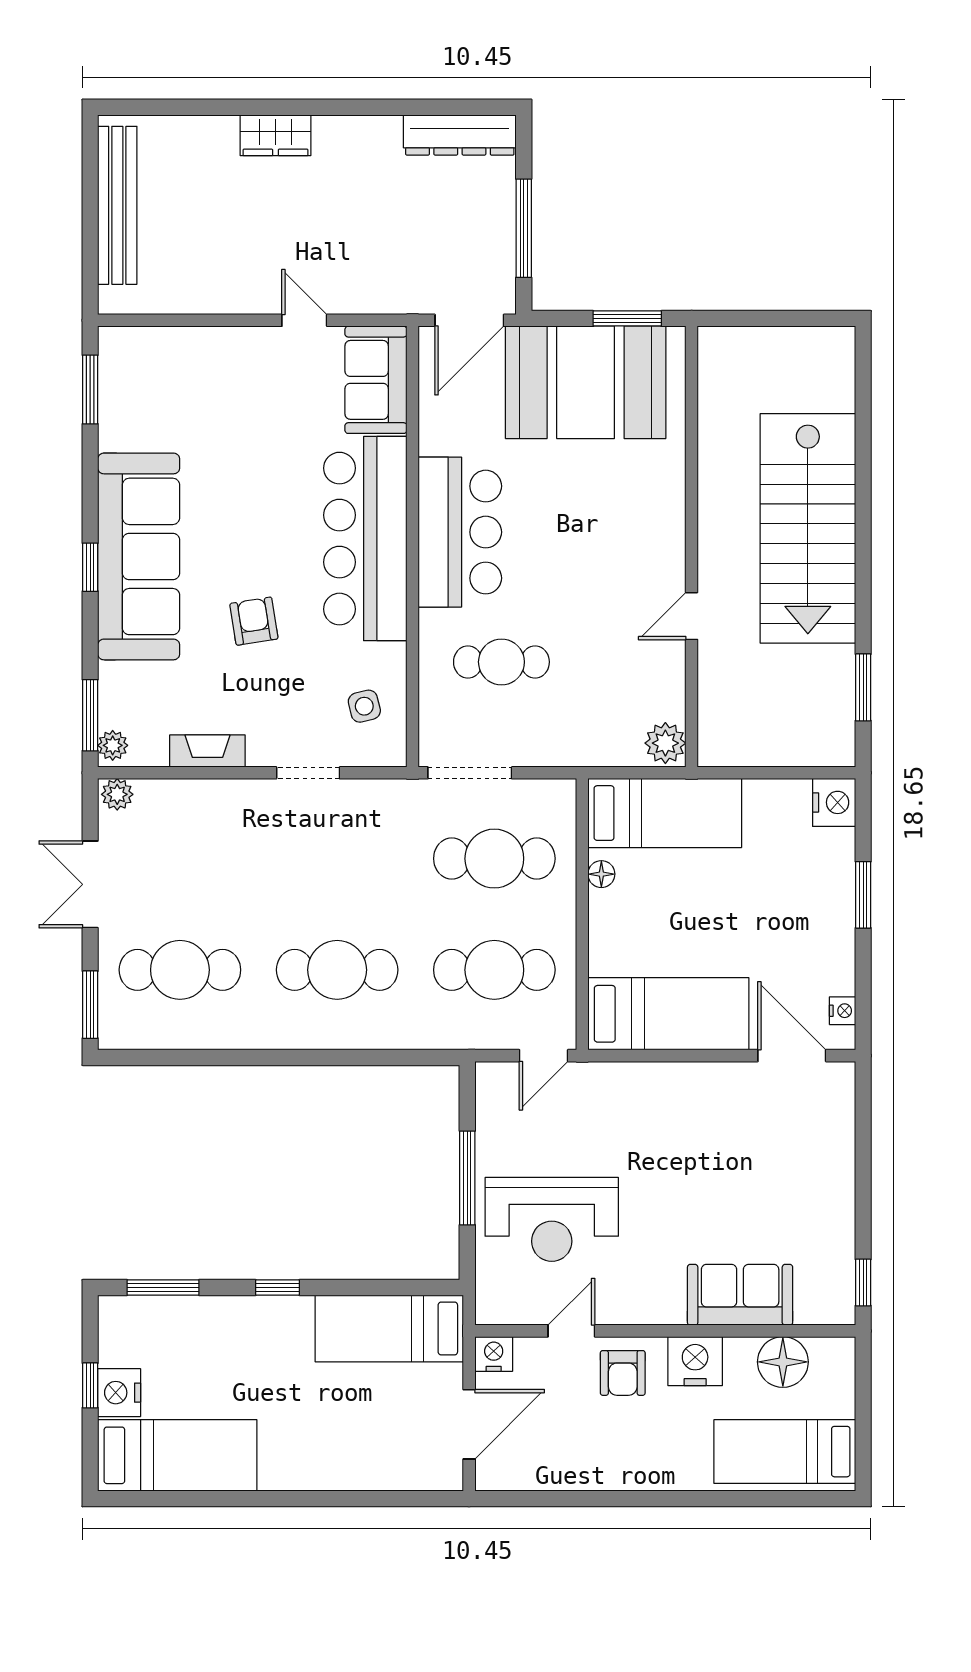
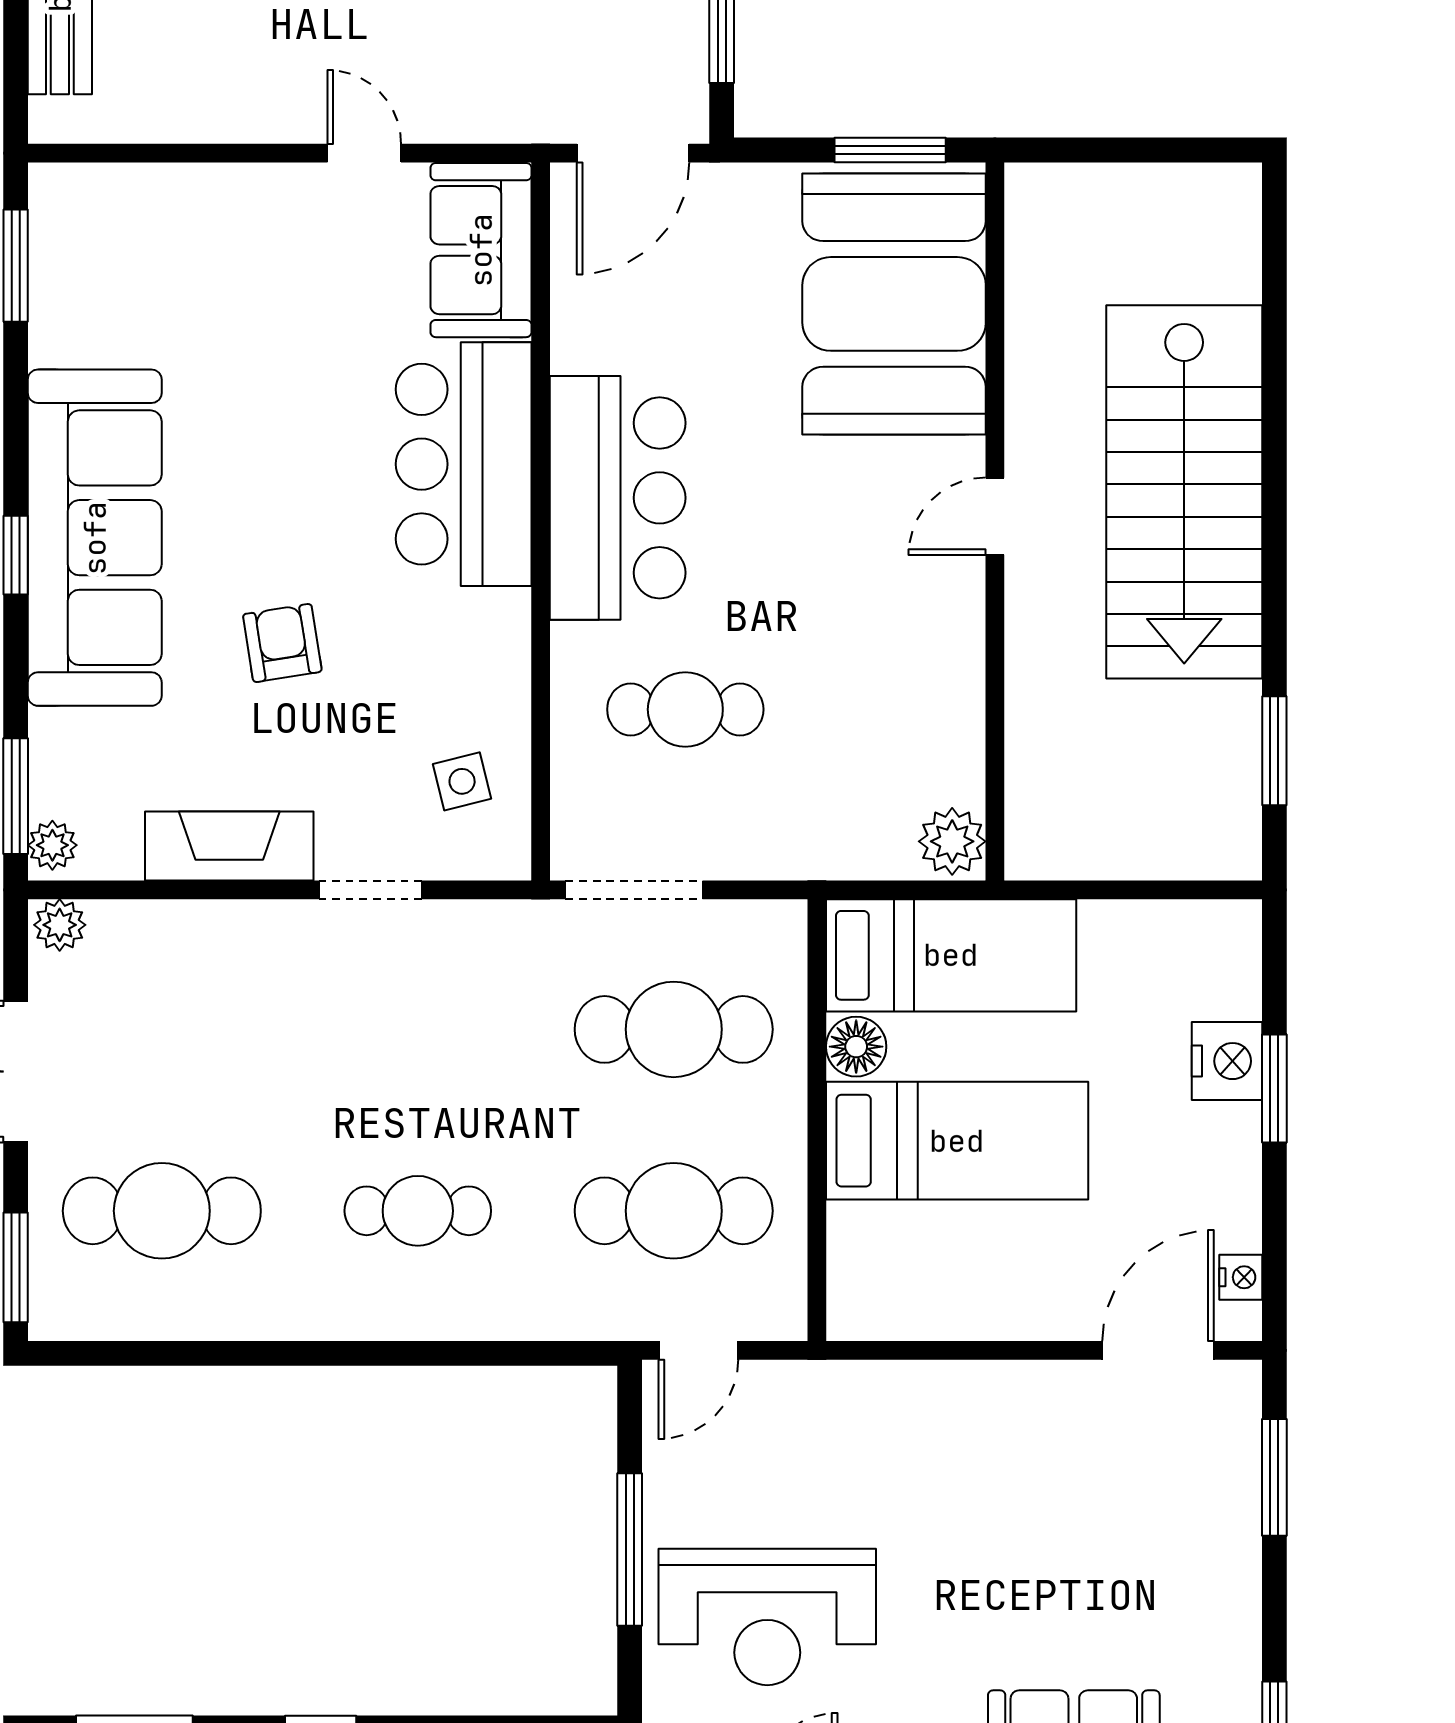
booth: (586, 382) -> (894, 304), moved, turned 90
bar counter: (365, 539) -> (464, 464), width x0.73
door: (692, 616) -> (995, 516), moved
fireplace: (207, 751) -> (229, 846), width x1.37, depth x1.32
nightstand: (834, 802) -> (1227, 1061), moved
floor lamp: (601, 874) -> (856, 1047), width x1.37, depth x1.37
cafe table: (337, 970) -> (418, 1211), width x0.73, depth x0.74
bed: (668, 1014) -> (957, 1141), moved
door: (544, 1056) -> (698, 1350), moved
door: (792, 1056) -> (1158, 1350), hinge flipped
window: (863, 1134) -> (1274, 1477), added

